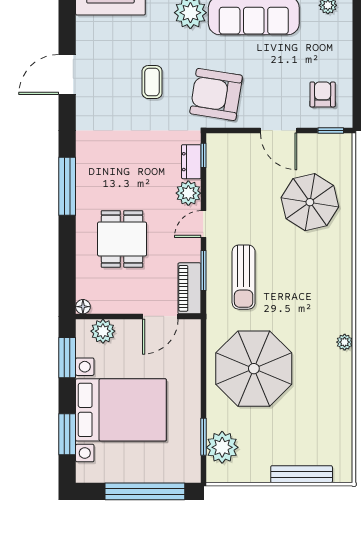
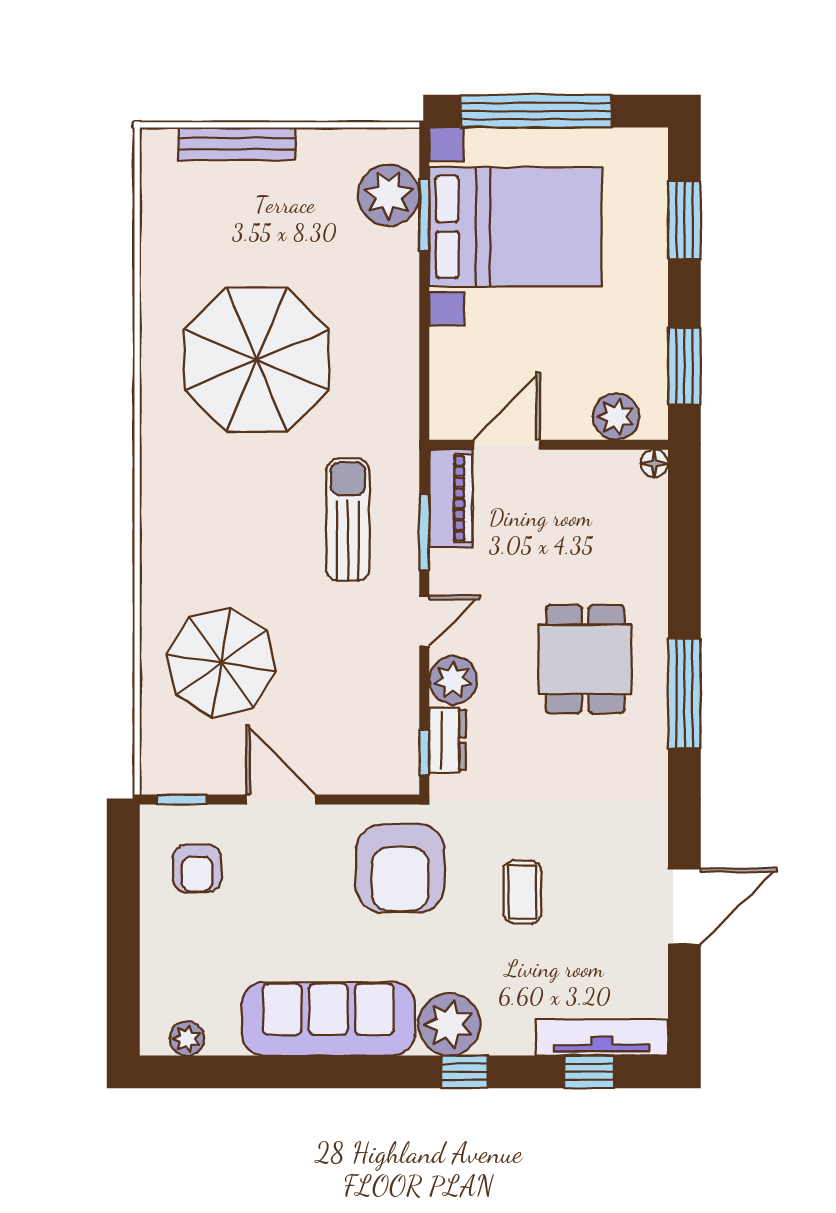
armchair: (216, 94) -> (400, 868), turned 81
dining table: (122, 239) -> (585, 659), moved
plant: (345, 342) -> (155, 396), removed
parasol: (254, 369) -> (257, 360), moved
bed with nightstands: (121, 410) -> (515, 227), moved, turned 180

